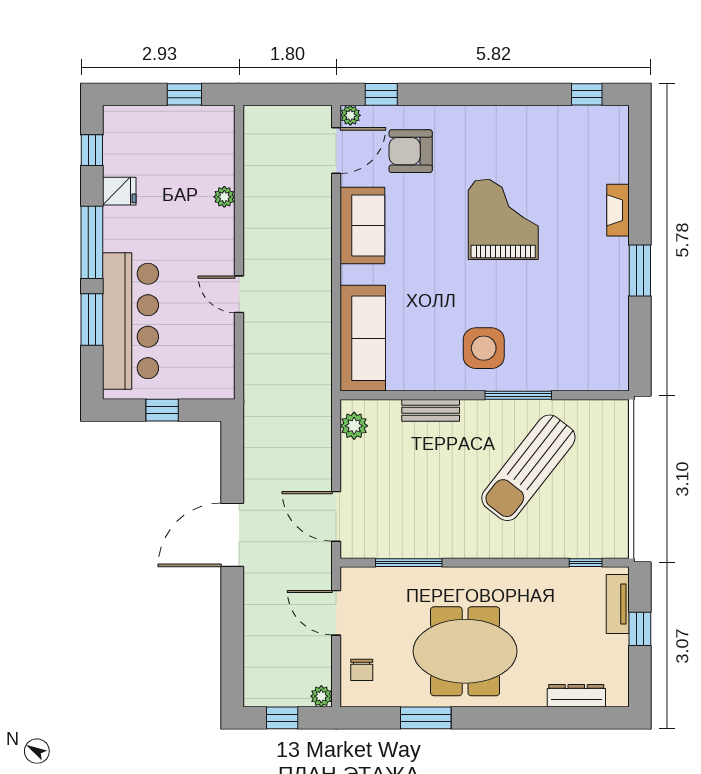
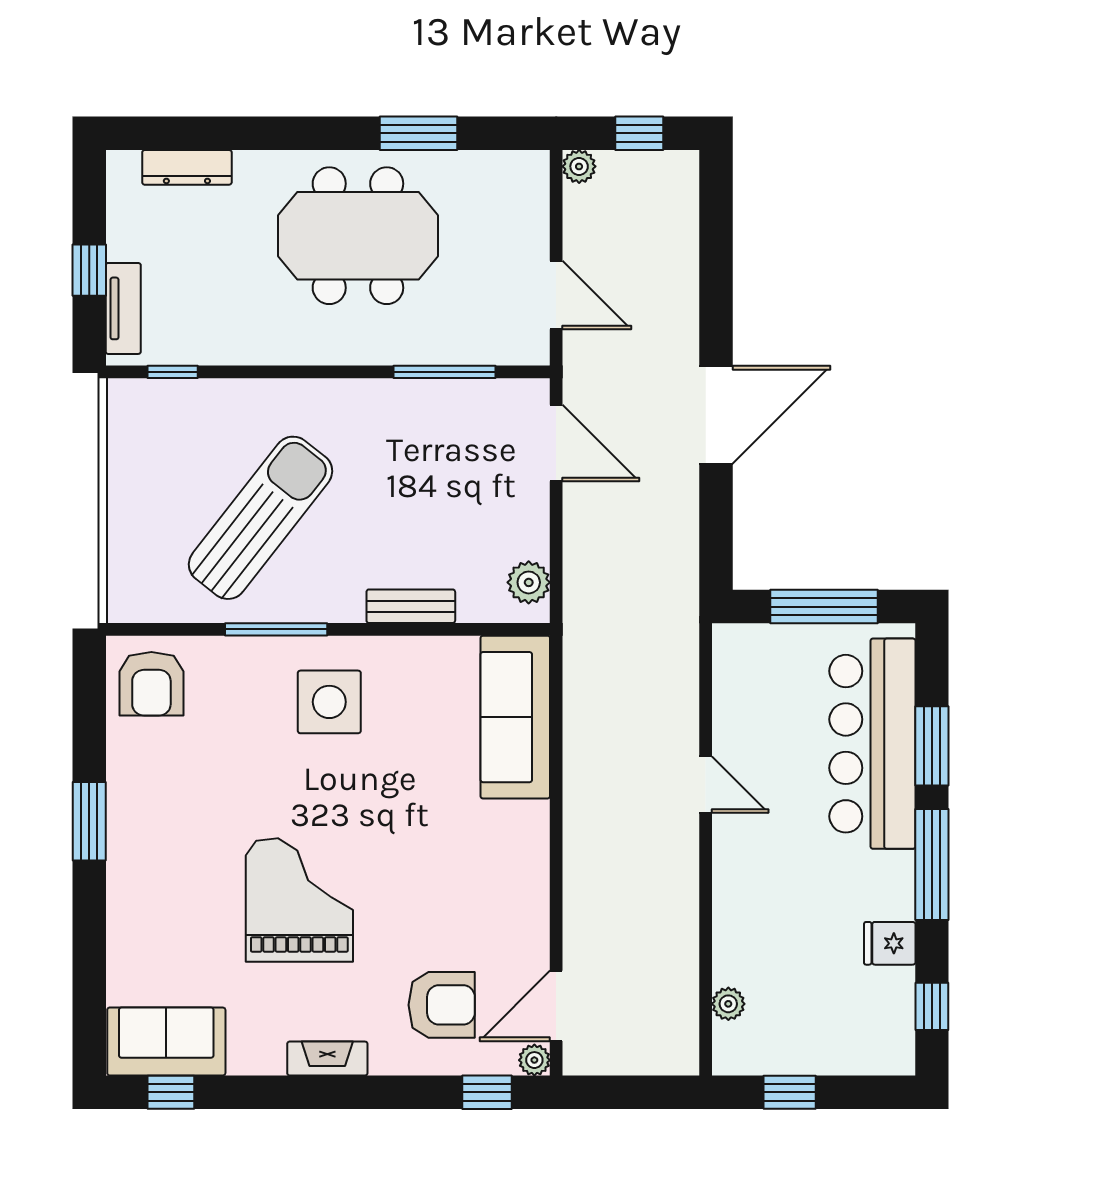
plant: (224, 197) -> (728, 1004), moved
fireplace: (618, 210) -> (327, 1059), moved, turned -90
grand piano: (503, 219) -> (299, 900), turned 180
sofa: (362, 225) -> (166, 1041), moved, turned 90
armchair: (599, 360) -> (151, 684), added
window: (162, 410) -> (824, 607), width x2.17
chair: (362, 670) -> (517, 207), removed

